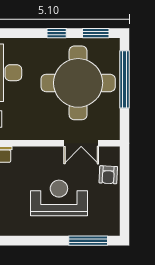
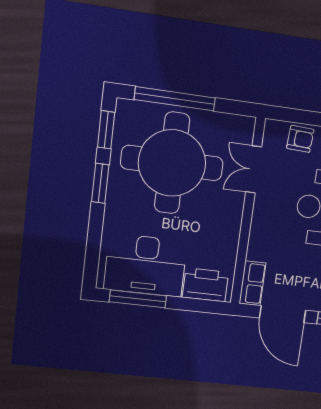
window: (57, 33) -> (100, 183), width x1.50
double door: (81, 143) -> (254, 169), swing flipped

